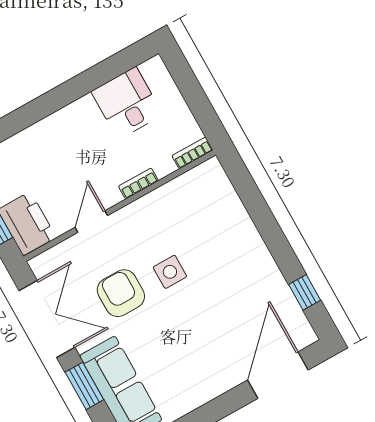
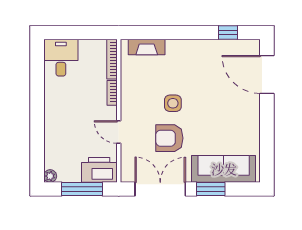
desk: (127, 103) -> (61, 58), moved, turned 90
bookcase: (193, 153) -> (112, 59), width x1.56
fireplace: (225, 195) -> (147, 47), added

